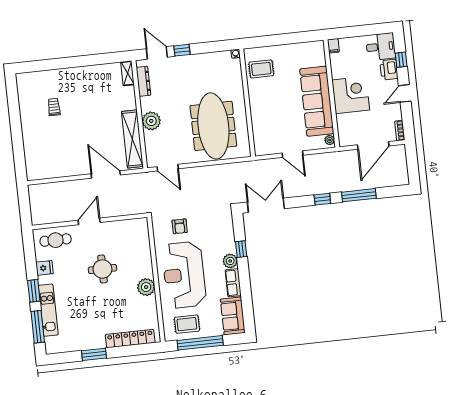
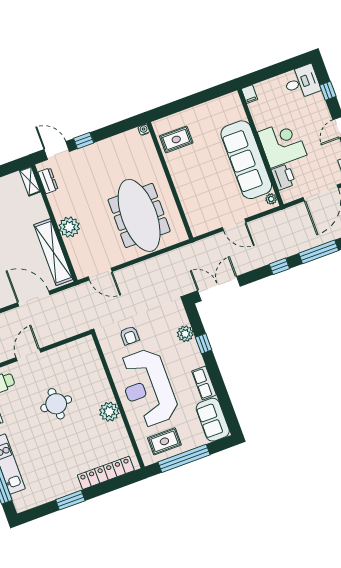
printer: (389, 70) -> (283, 177), moved, turned 180
dresser: (143, 81) -> (48, 181), width x0.70
plant: (230, 261) -> (185, 334), moved

